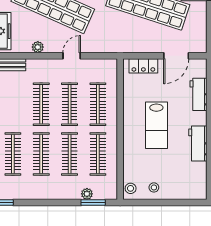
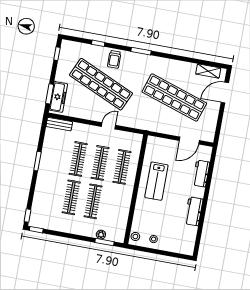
plant: (38, 47) -> (84, 114), removed
locker: (143, 66) -> (162, 144), removed
lab bench: (156, 125) -> (156, 181), moved
clothes rail: (13, 154) -> (49, 193), removed
clothes rail: (98, 154) -> (115, 205), removed

